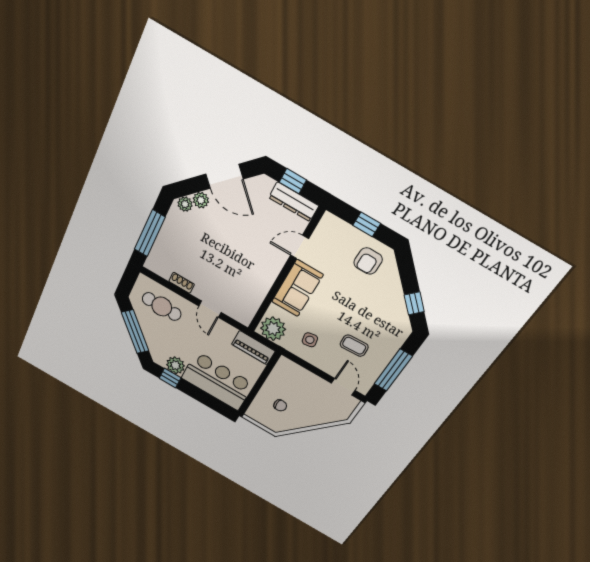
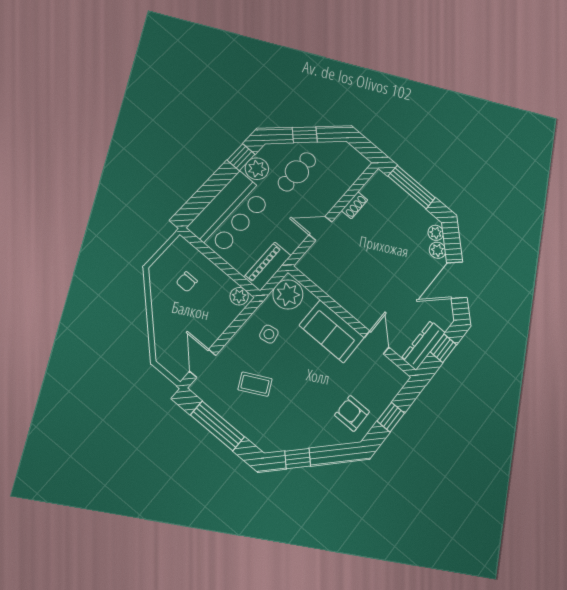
cafe table: (162, 307) -> (297, 172), moved
window: (135, 332) -> (305, 135), width x0.46
coffee table: (354, 346) -> (255, 384), turned 66
plant: (283, 366) -> (239, 296), added
door: (343, 387) -> (203, 363), swing flipped

